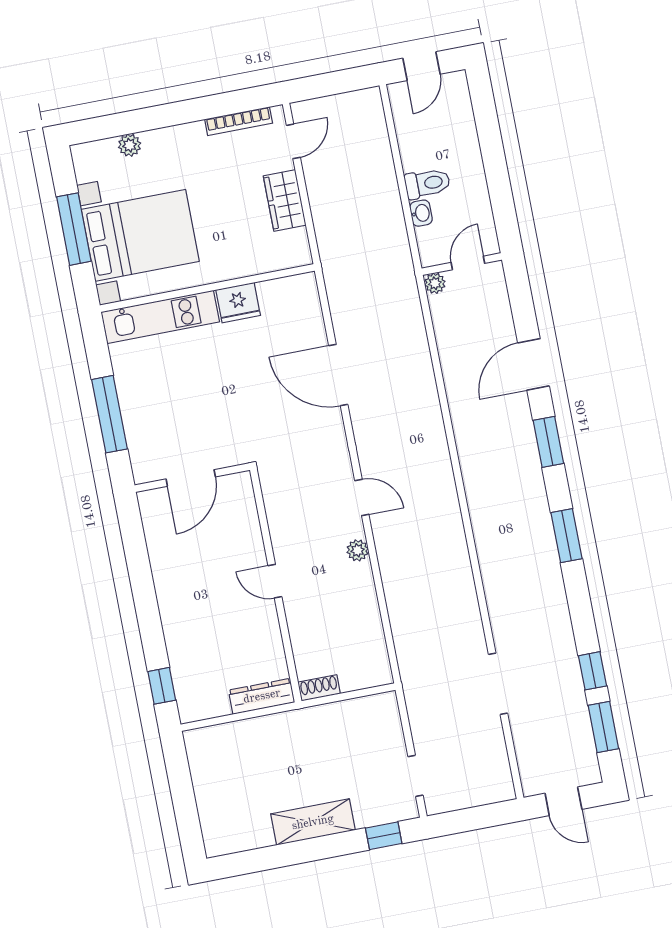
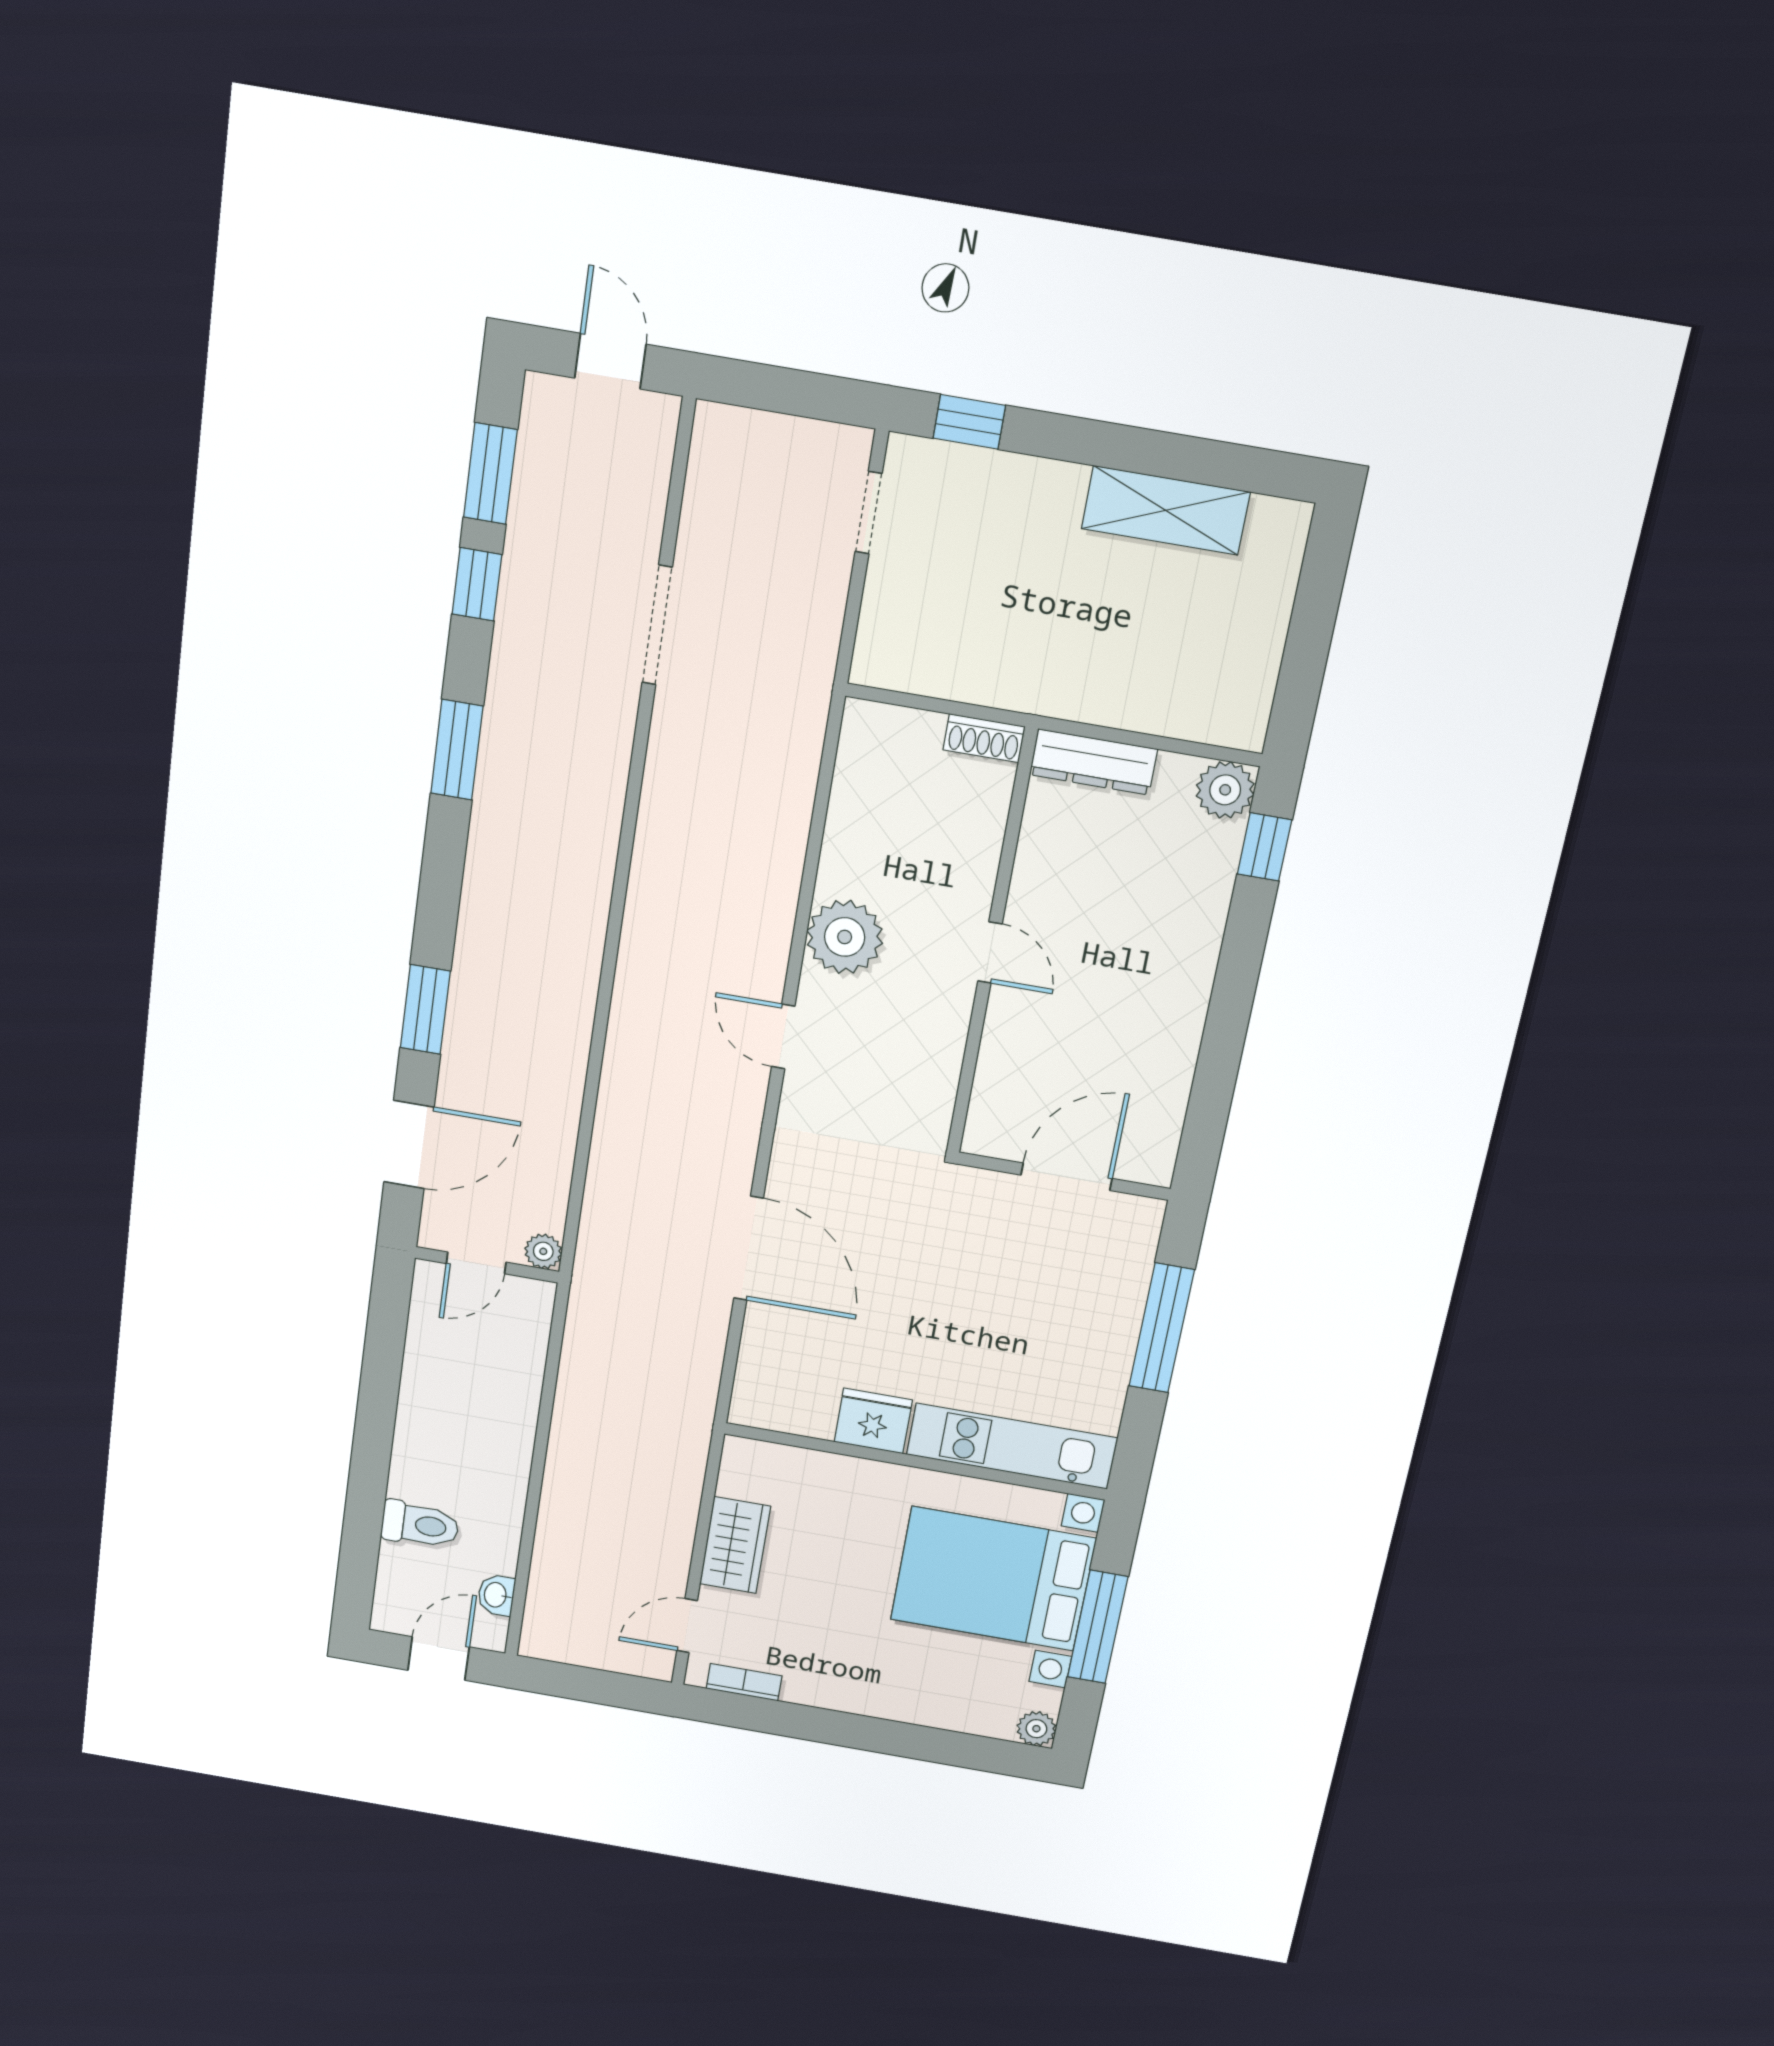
bookcase: (239, 121) -> (744, 1682), width x0.64
plant: (130, 145) -> (1036, 1729), moved
toilet: (427, 183) -> (420, 1525), moved, turned 180
washbasin: (421, 213) -> (496, 1595), moved
door: (468, 263) -> (476, 1263), moved
wall: (462, 264) -> (487, 1265), moved
plant: (435, 283) -> (543, 1251), moved
window: (566, 536) -> (457, 750), moved
plant: (358, 550) -> (845, 937), width x1.88, depth x1.88
plant: (192, 707) -> (1225, 790), added
shelving: (313, 822) -> (1166, 510), moved

